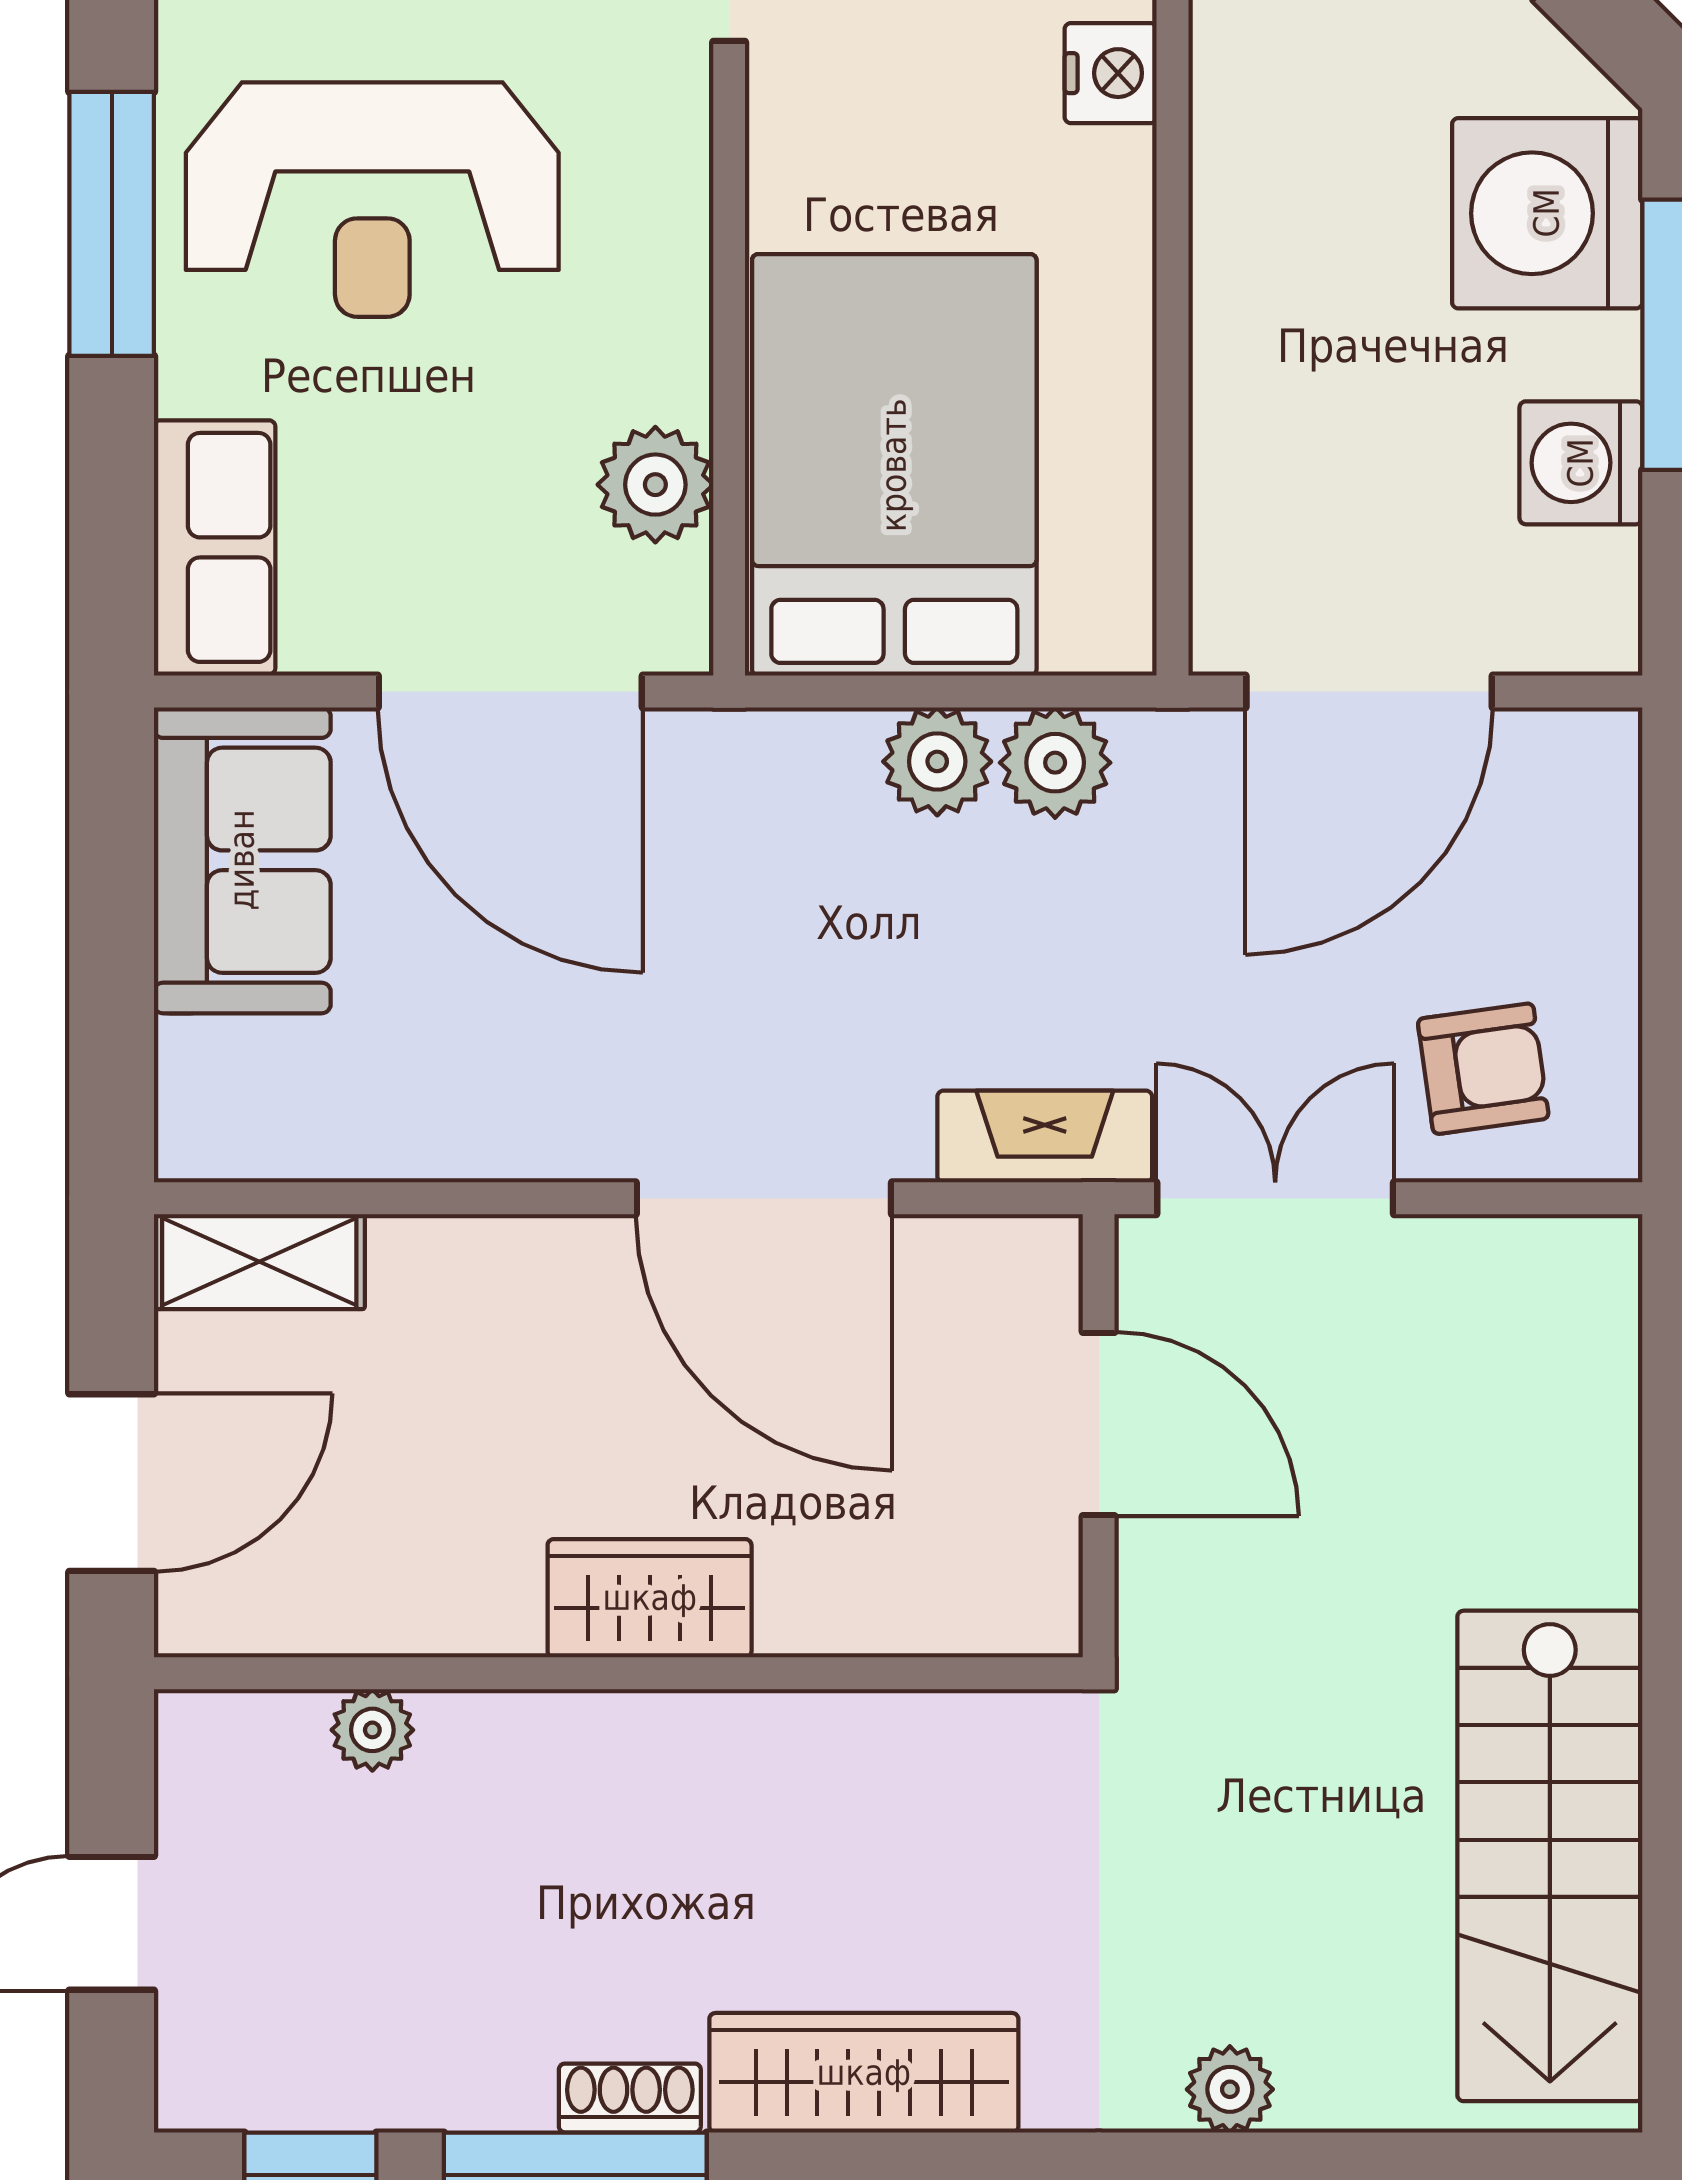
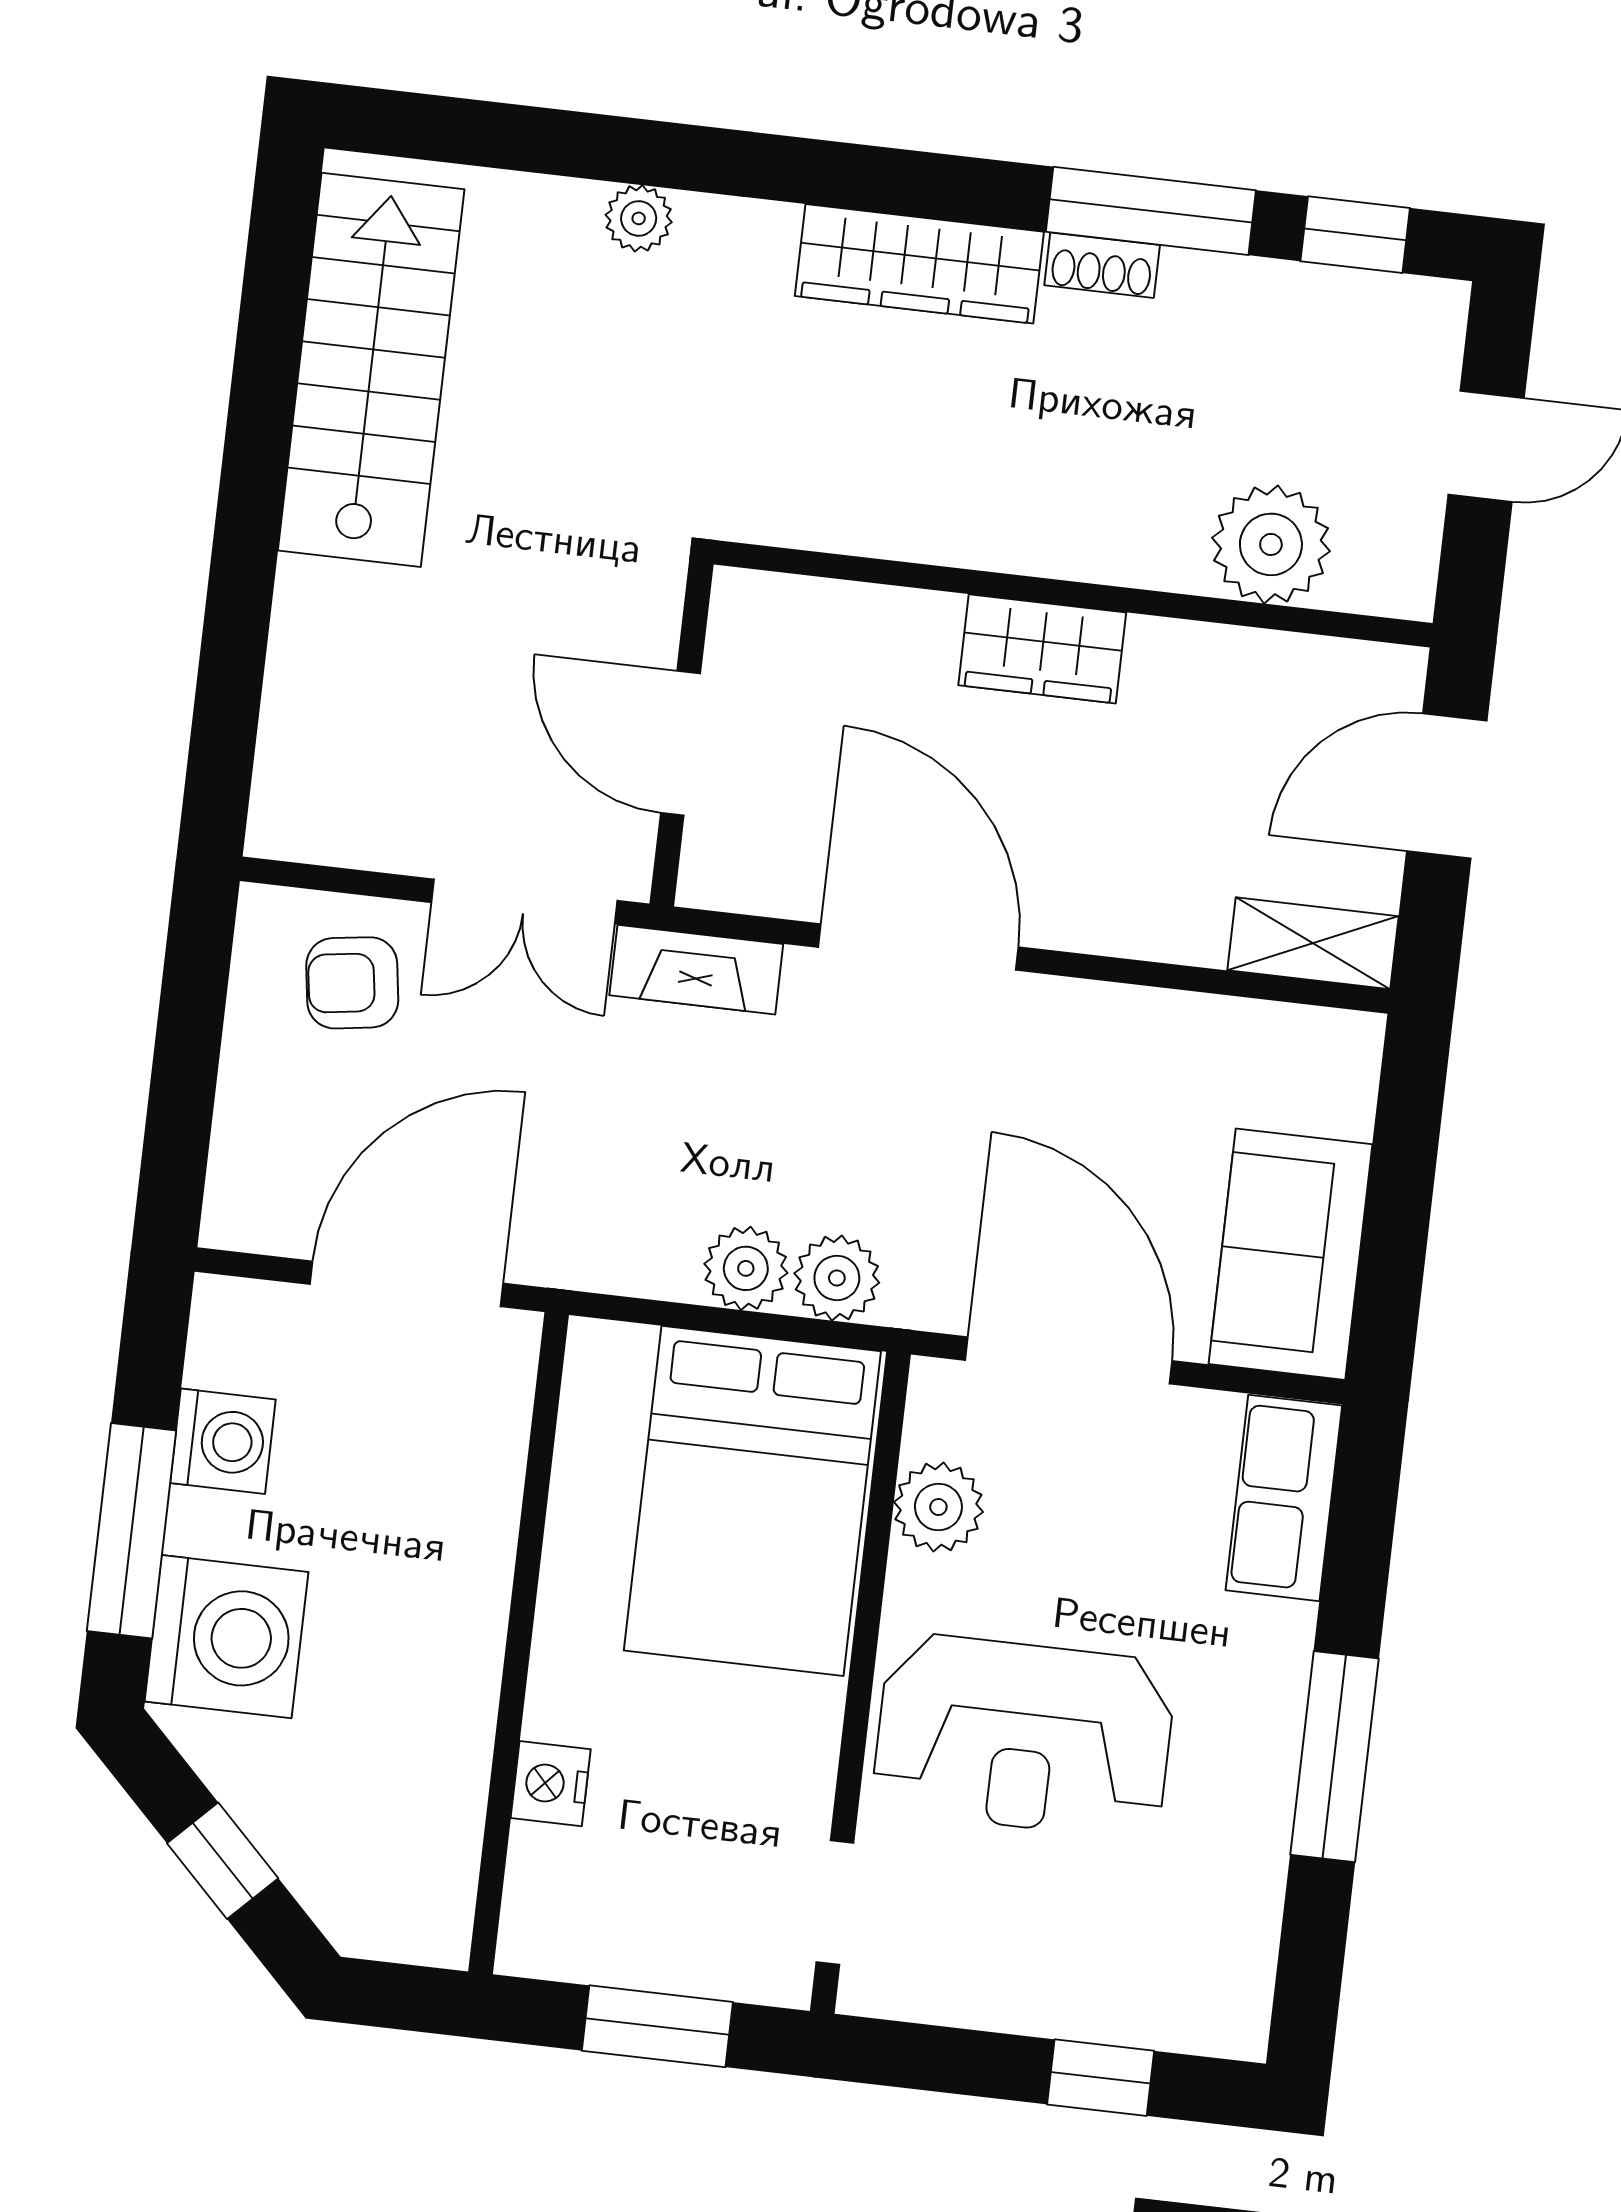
reception desk: (372, 200) -> (1024, 1736), moved, turned 180
plant: (1055, 763) -> (837, 1278), moved
plant: (372, 1730) -> (1271, 544), width x1.88, depth x1.88

